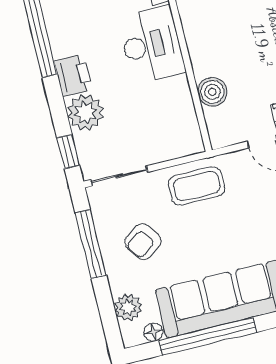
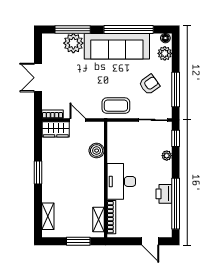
printer: (73, 75) -> (164, 194), moved
plant: (85, 113) -> (167, 156), width x0.53, depth x0.53
floor lamp: (153, 332) -> (165, 38), moved

